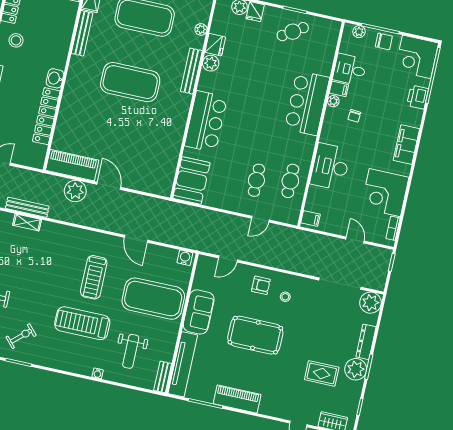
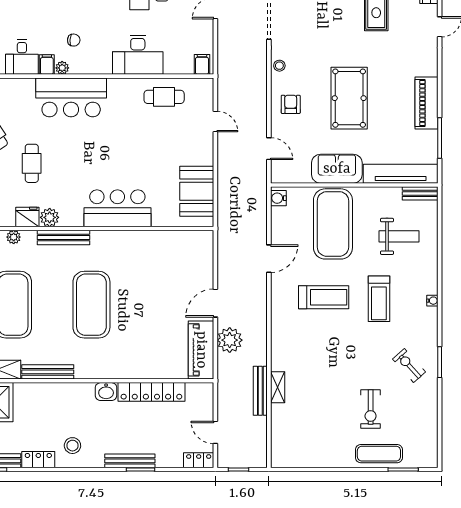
cafe table: (256, 180) -> (32, 163), moved, turned 90
booth: (191, 181) -> (197, 191), moved, turned 90
stool: (285, 297) -> (279, 66), moved
treadmill: (82, 323) -> (379, 299), width x0.73, depth x0.73
water cooler: (98, 373) -> (432, 301), moved

